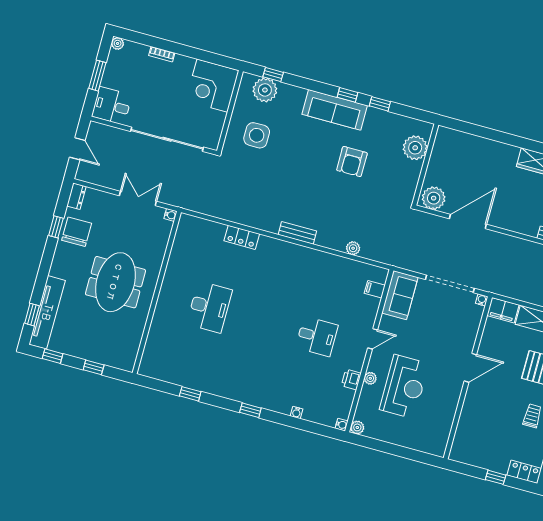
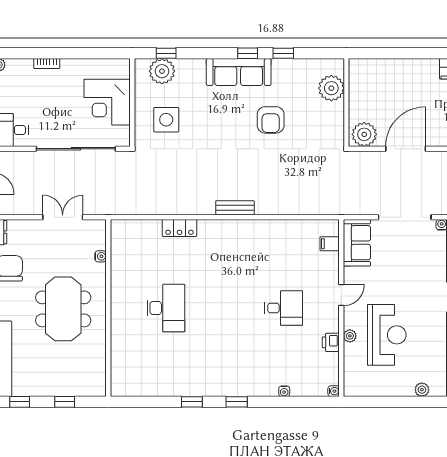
corner desk: (212, 86) -> (107, 102), moved
water cooler: (170, 215) -> (101, 256), moved
plant: (353, 248) -> (296, 208), removed
window: (190, 394) -> (192, 402), moved
plant: (357, 427) -> (422, 390), moved

